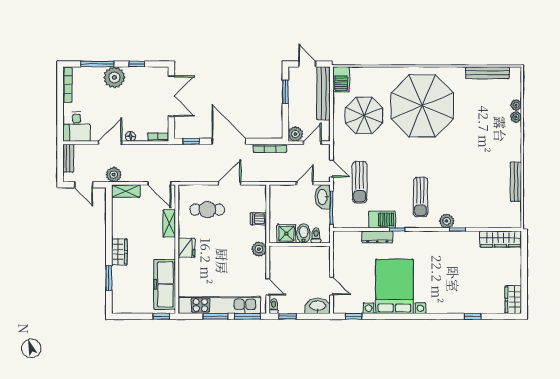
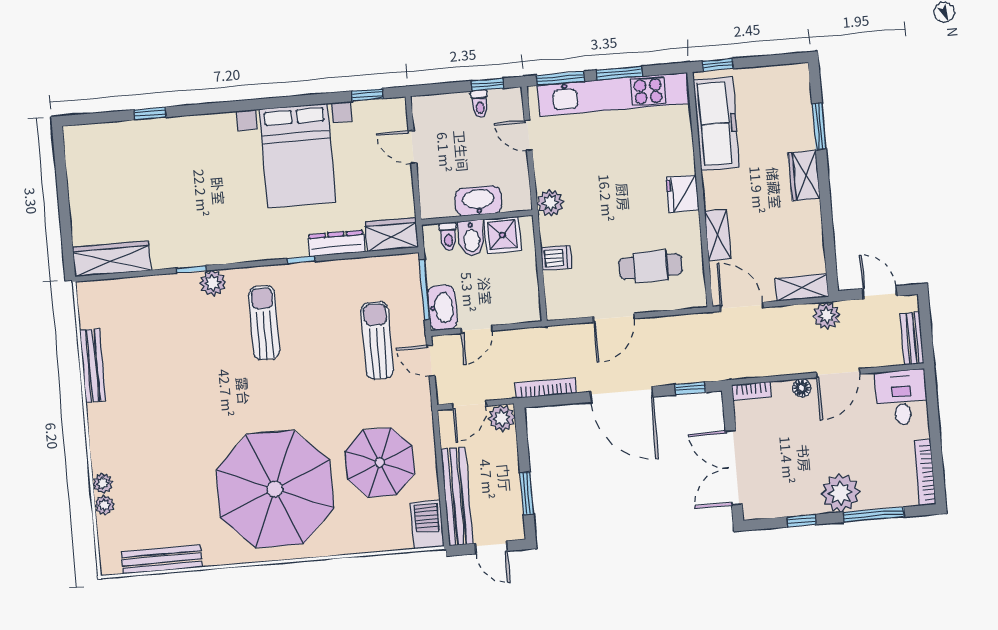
barbecue: (382, 220) -> (331, 276), removed
wardrobe: (513, 300) -> (392, 235), moved, turned -90
toilet: (274, 306) -> (480, 104), moved
washbasin: (318, 306) -> (478, 201), moved, turned 180

